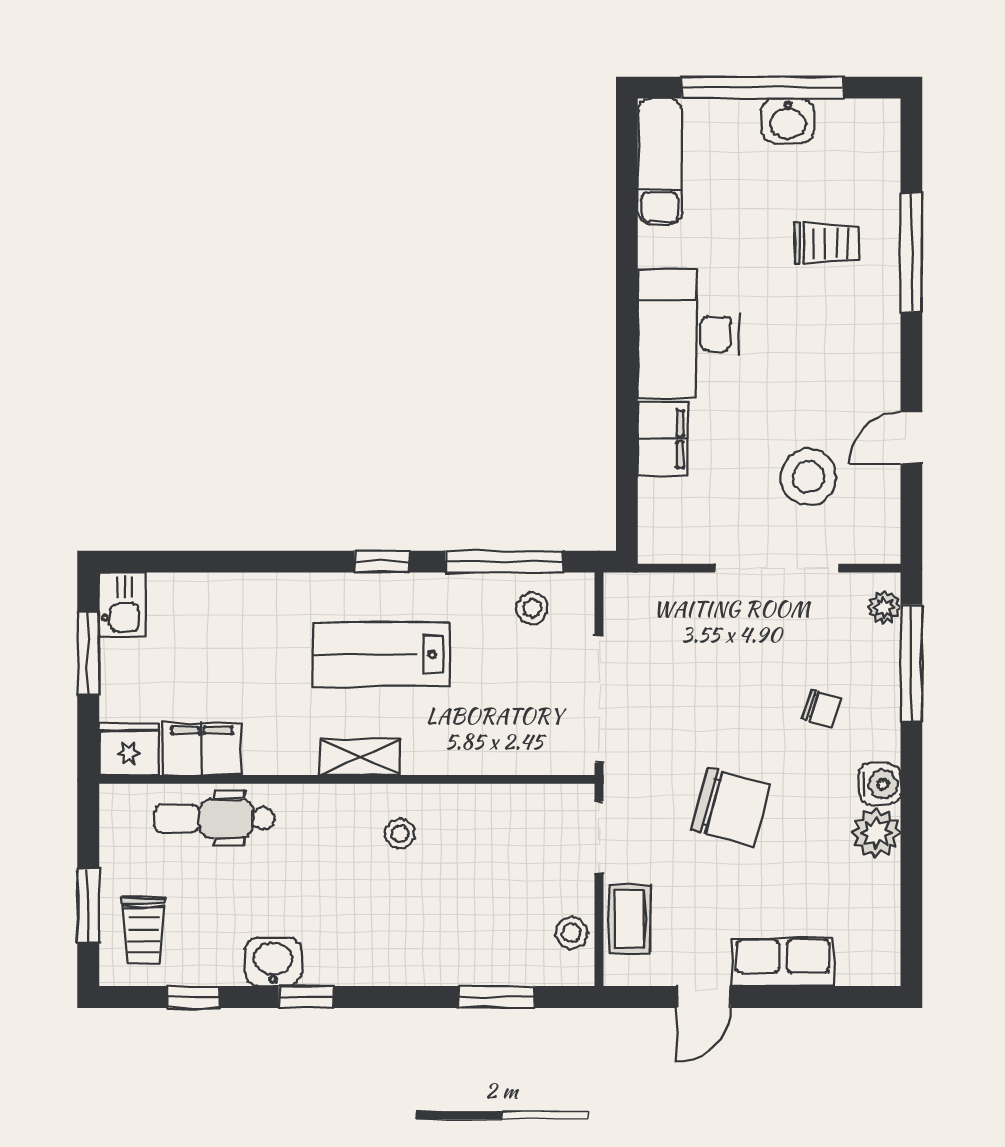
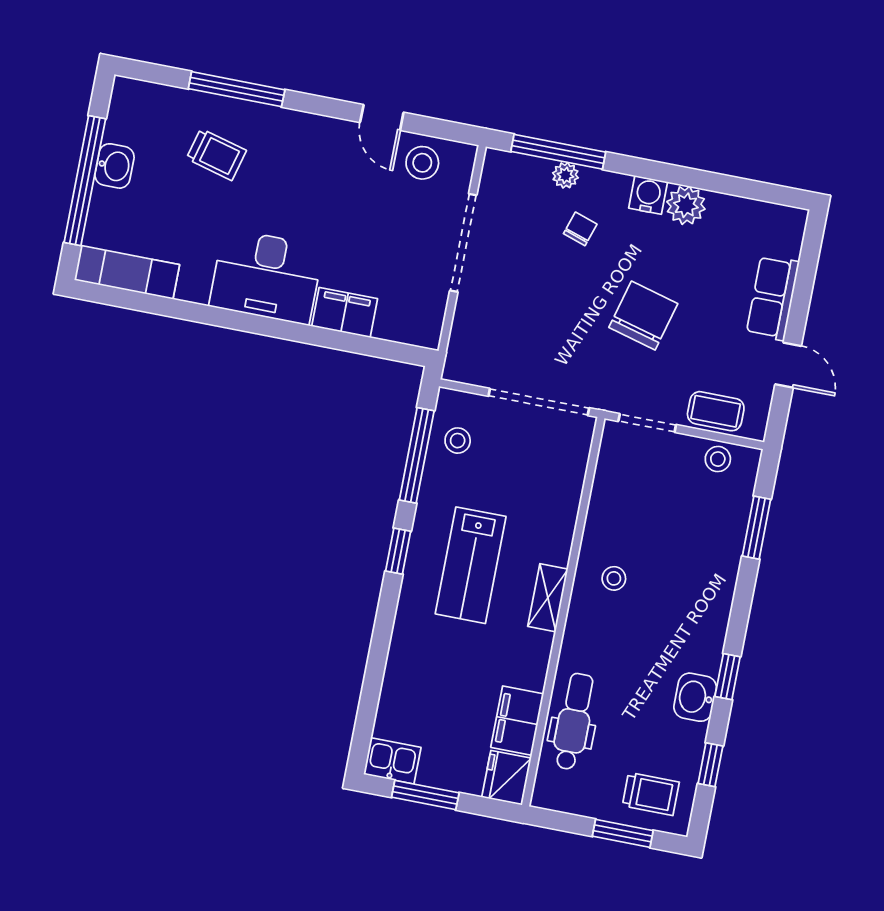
trolley: (826, 243) -> (216, 154), turned 105
stool: (808, 477) -> (422, 163), moved, width x0.73, depth x0.73
plant: (884, 607) -> (565, 175), moved
dental chair: (214, 818) -> (574, 721), turned 180

